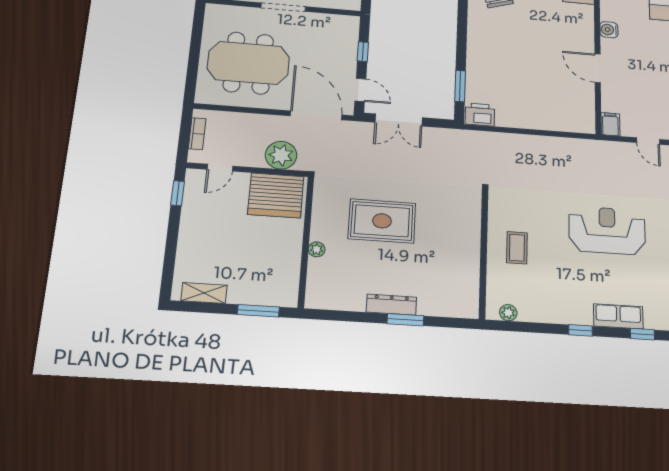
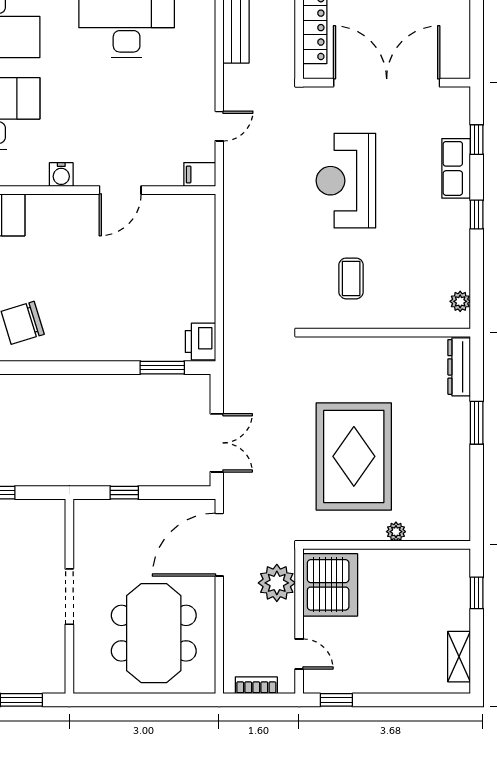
door: (360, 90) -> (179, 493), removed
rug: (382, 221) -> (354, 456), width x1.37, depth x1.44
coffee table: (517, 248) -> (351, 278), moved, turned 90
dresser: (391, 305) -> (459, 367), moved
window: (258, 311) -> (477, 593), width x0.67

